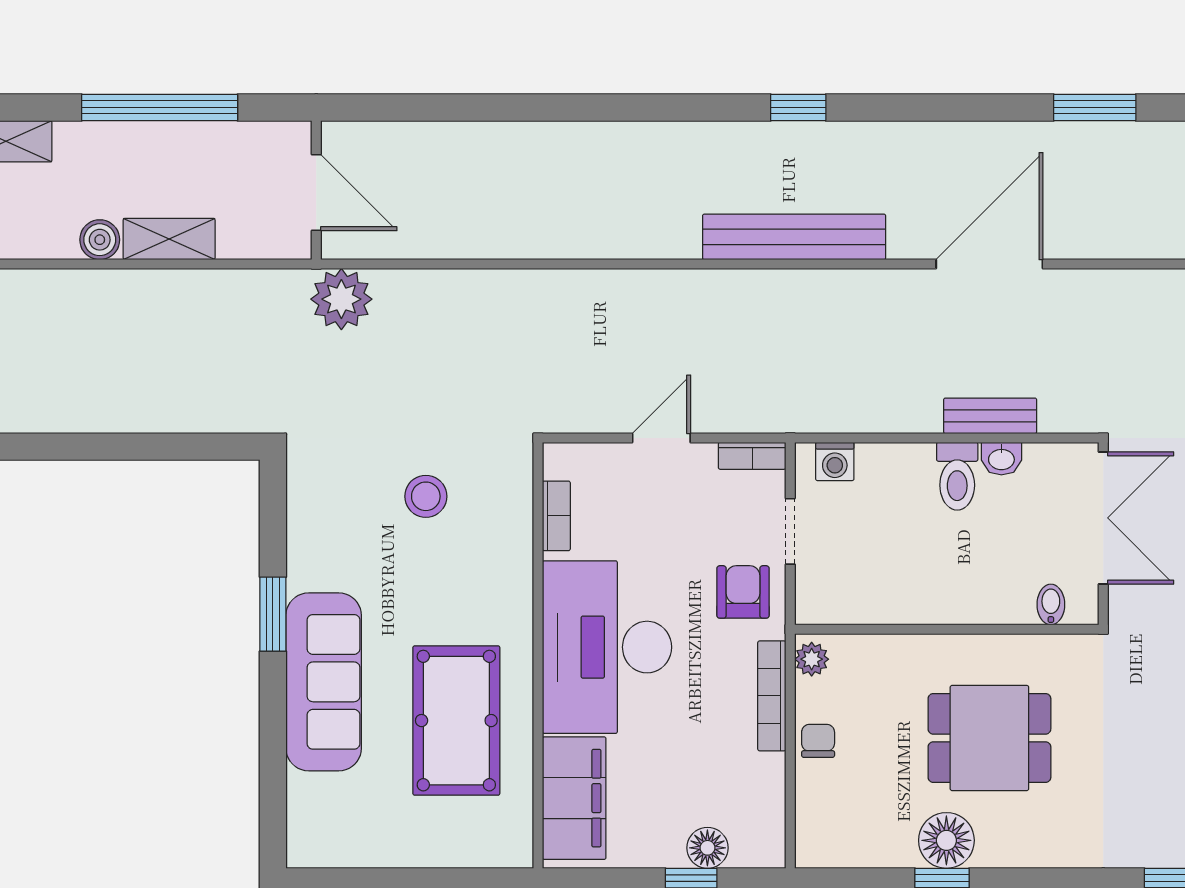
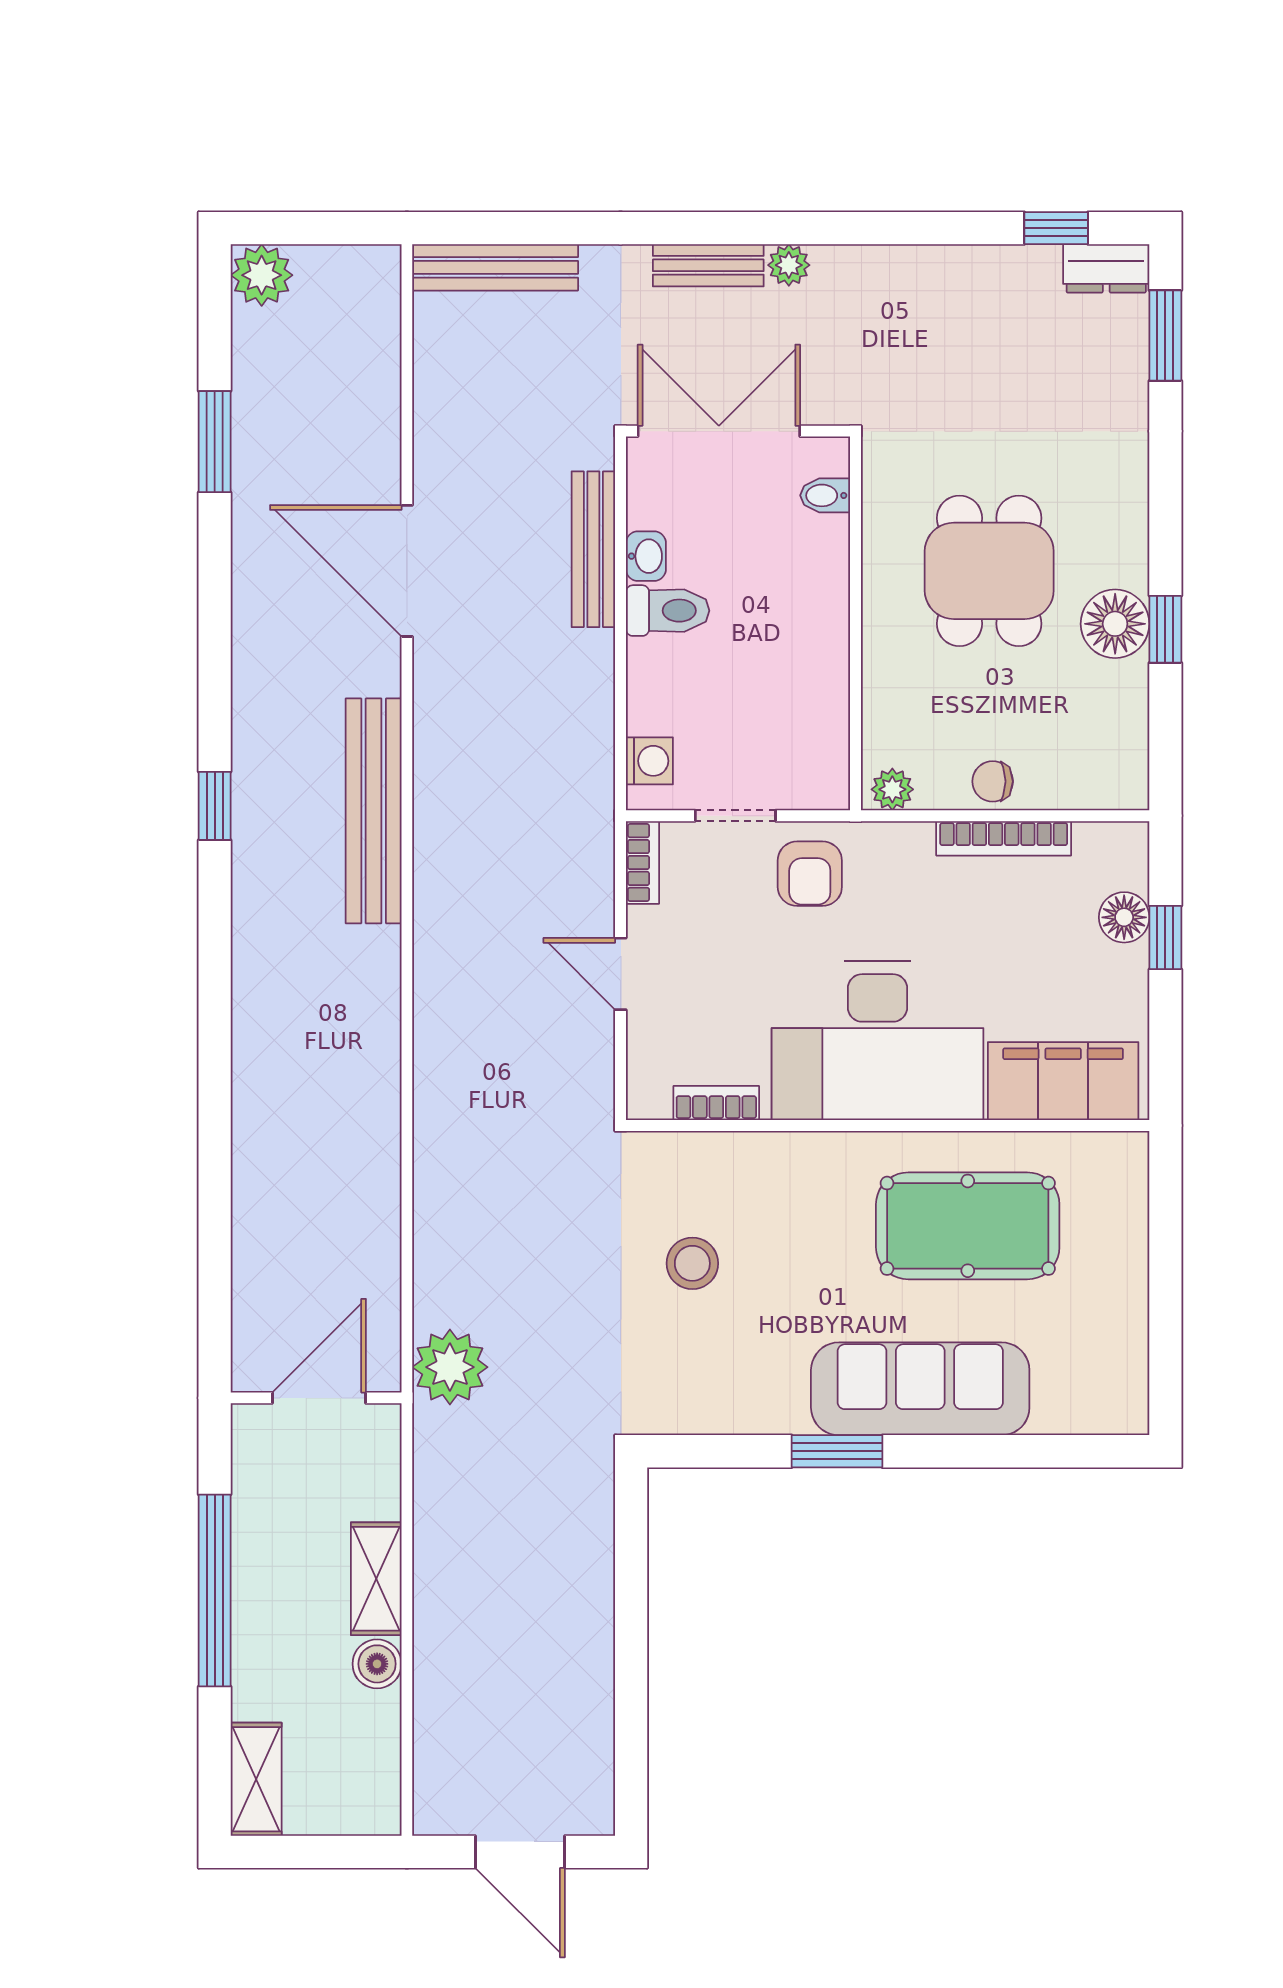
bench: (990, 416) -> (593, 549), width x1.36
armchair: (743, 592) -> (810, 874), turned -90
bookcase: (772, 696) -> (1004, 838), moved

